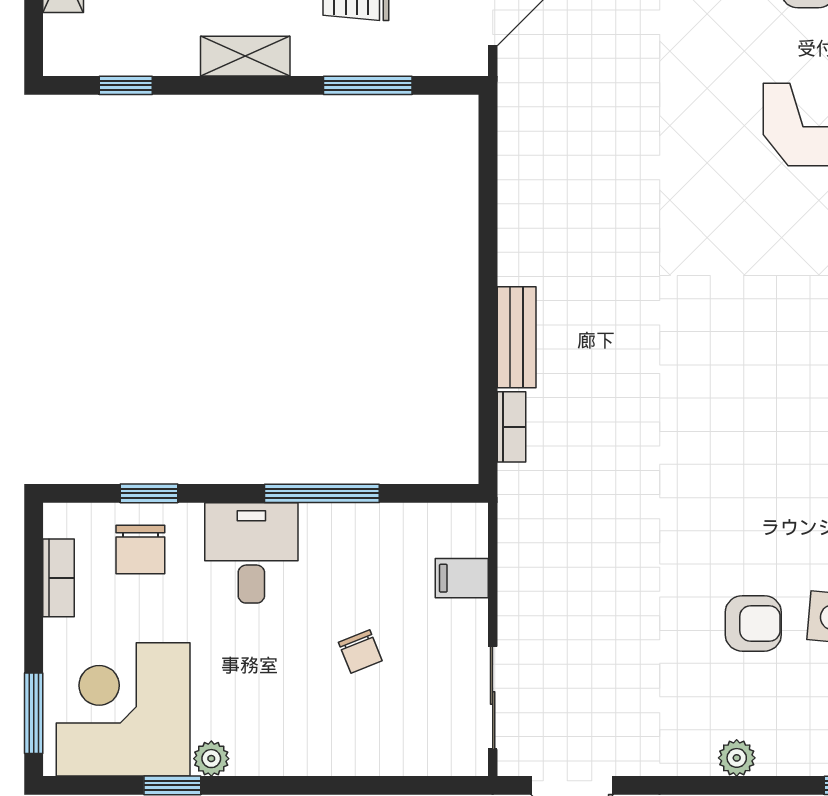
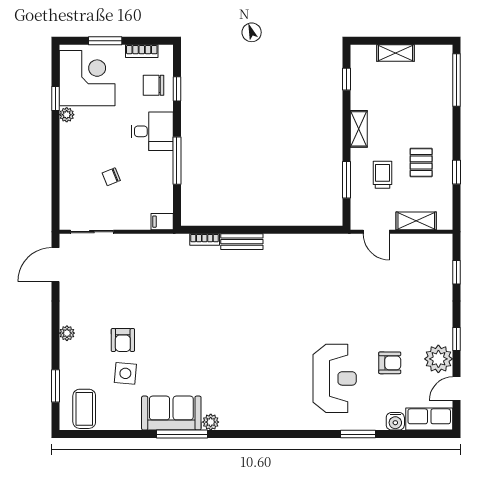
filing cabinet: (462, 578) -> (162, 222), moved, turned -90
window: (34, 713) -> (105, 41), moved

